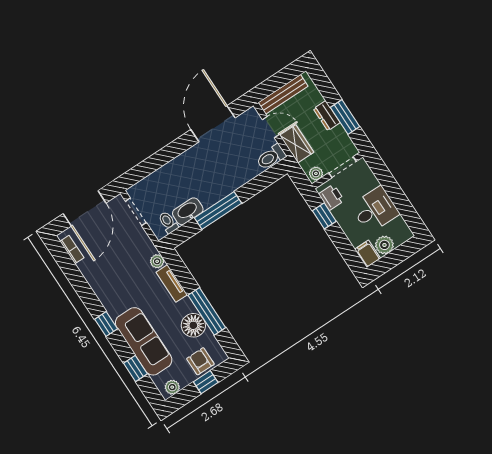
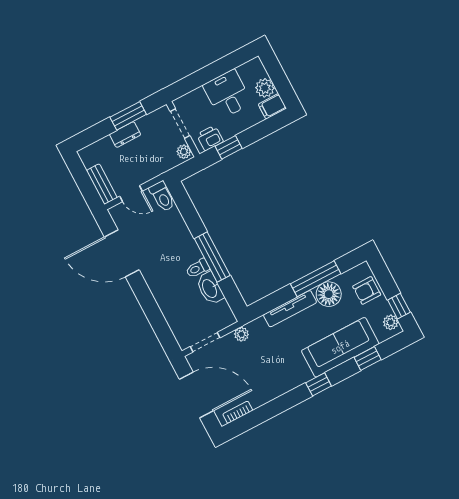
bench: (283, 94) -> (102, 184), width x0.73
door: (271, 127) -> (131, 194), swing flipped
wardrobe: (297, 144) -> (151, 169), removed
toilet: (168, 222) -> (198, 268), moved
plant: (157, 261) -> (241, 334), moved
tv unit: (172, 283) -> (290, 309), width x1.41
window: (206, 382) -> (399, 306), moved

